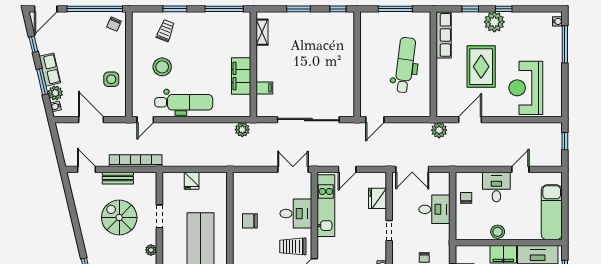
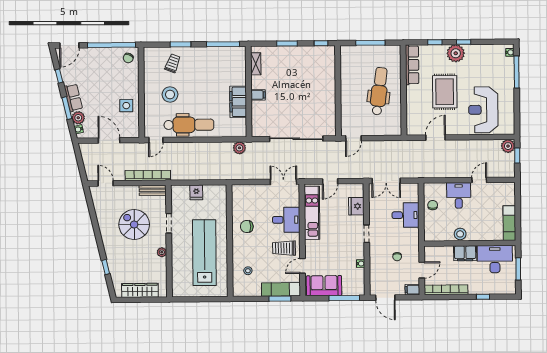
filing cabinet: (264, 88) -> (258, 95), moved
plant: (439, 130) -> (508, 146), moved
bench: (118, 178) -> (153, 190), moved
exam couch: (552, 212) -> (509, 223), width x0.73, depth x0.69

